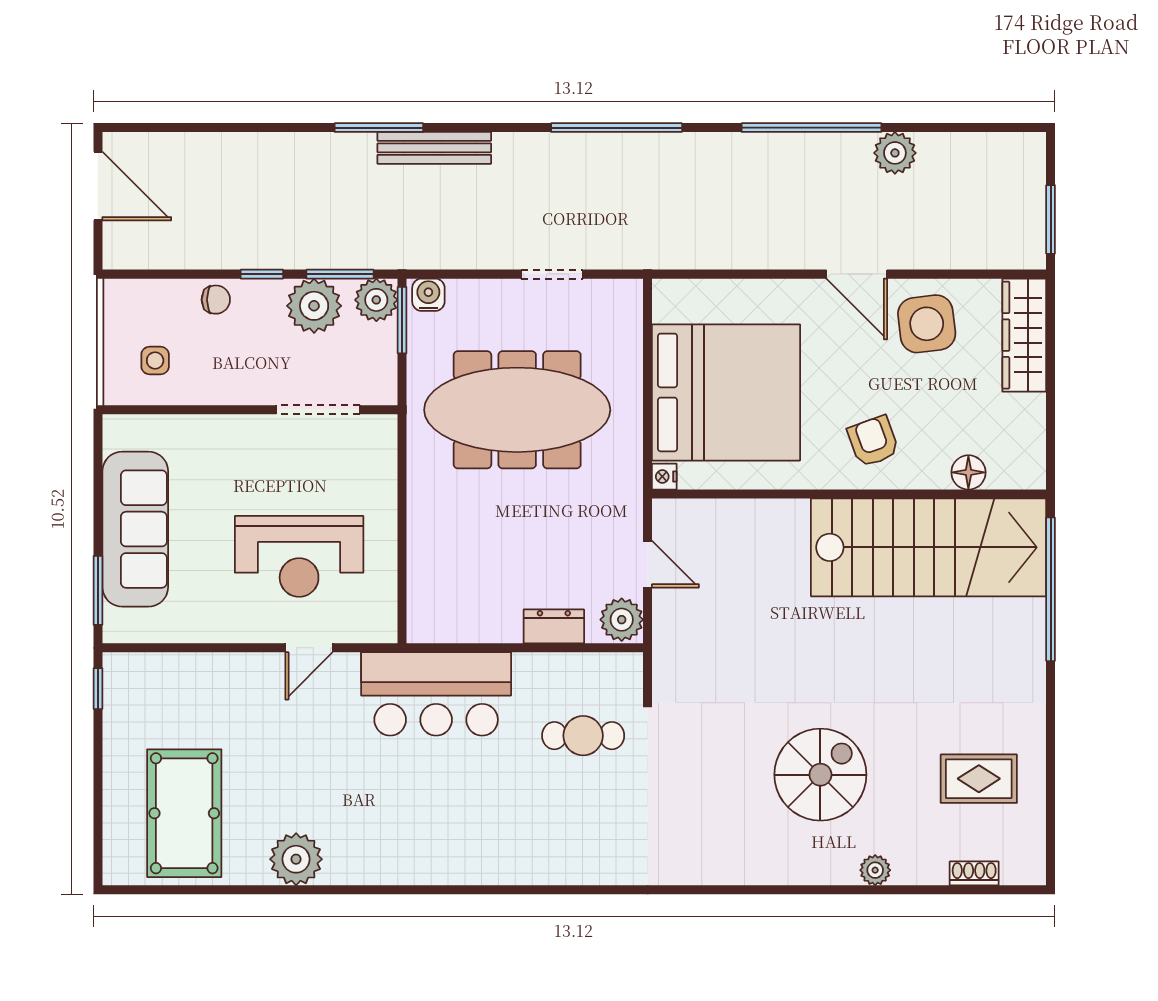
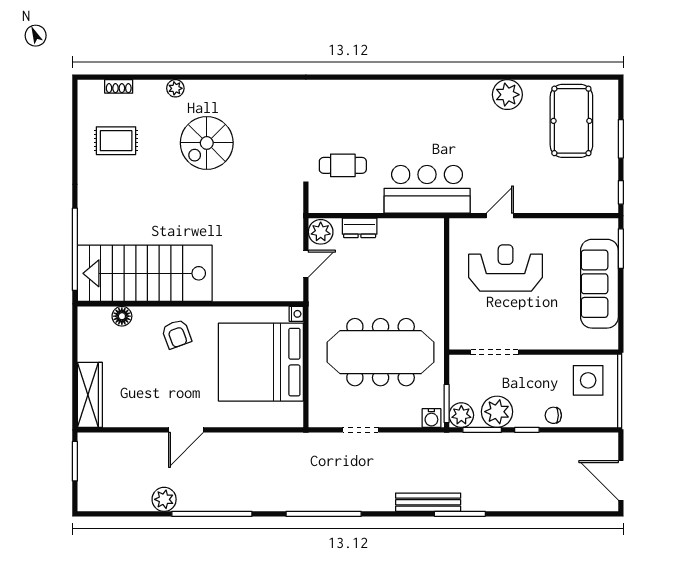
door: (857, 274) -> (186, 430), swing flipped
side table: (927, 324) -> (146, 401), removed
side table: (155, 361) -> (588, 380), width x1.87, depth x1.87
door: (648, 564) -> (306, 264), swing flipped
window: (98, 782) -> (621, 139), added

